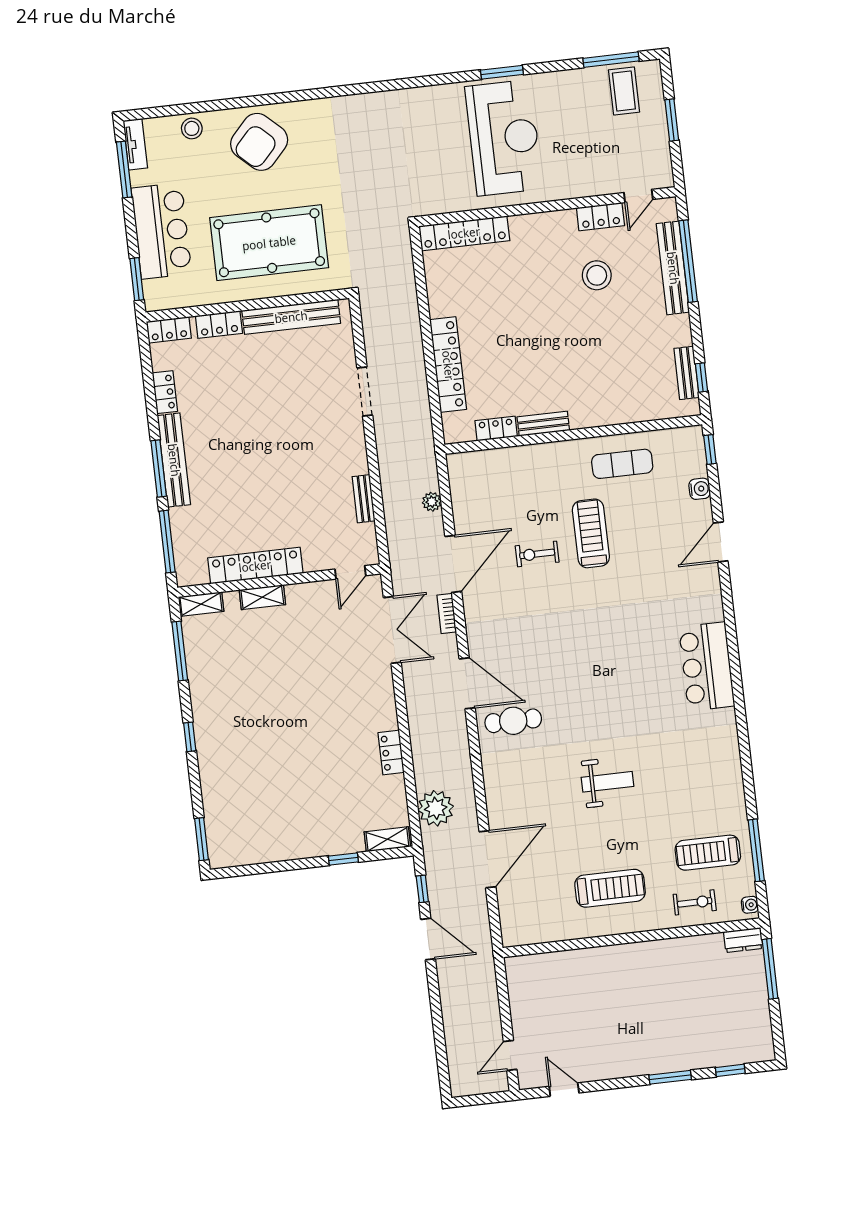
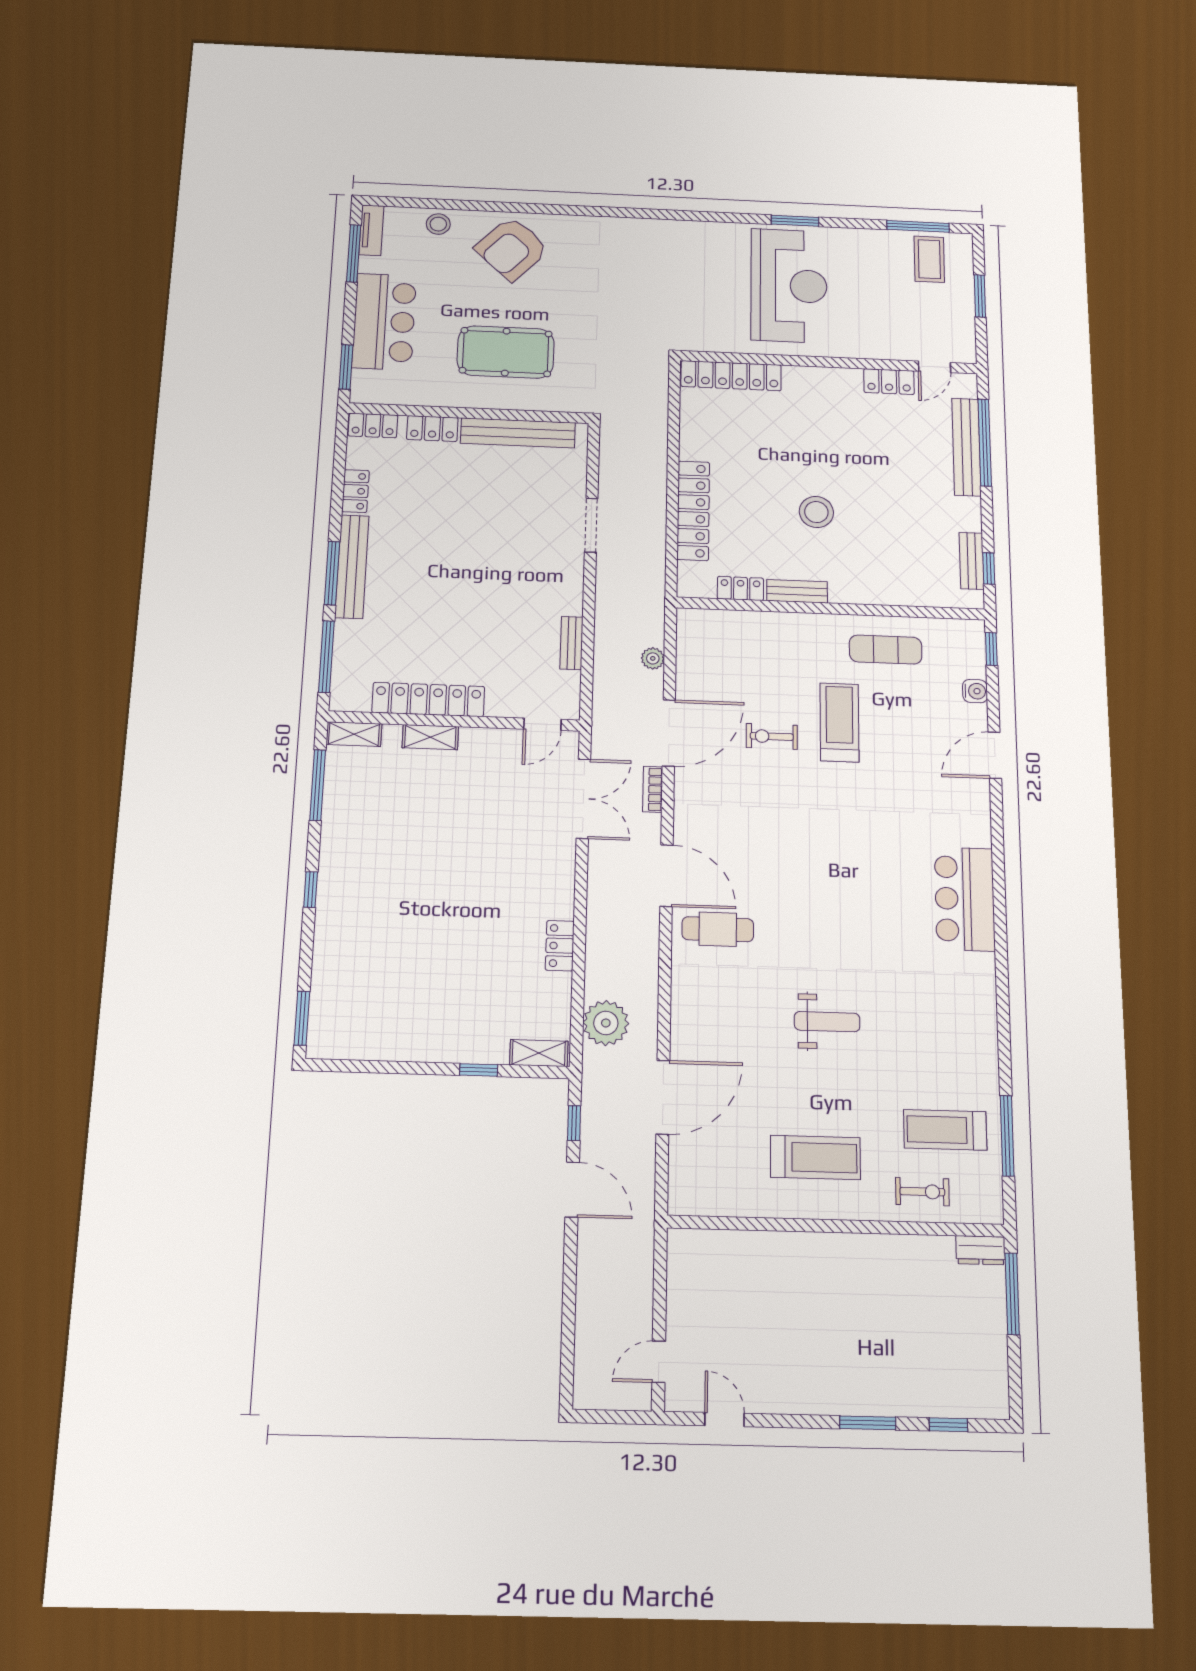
pool table: (269, 243) -> (506, 352), width x0.73, depth x0.76
stool: (597, 275) -> (816, 512), moved
water cooler: (750, 905) -> (993, 1205), removed

